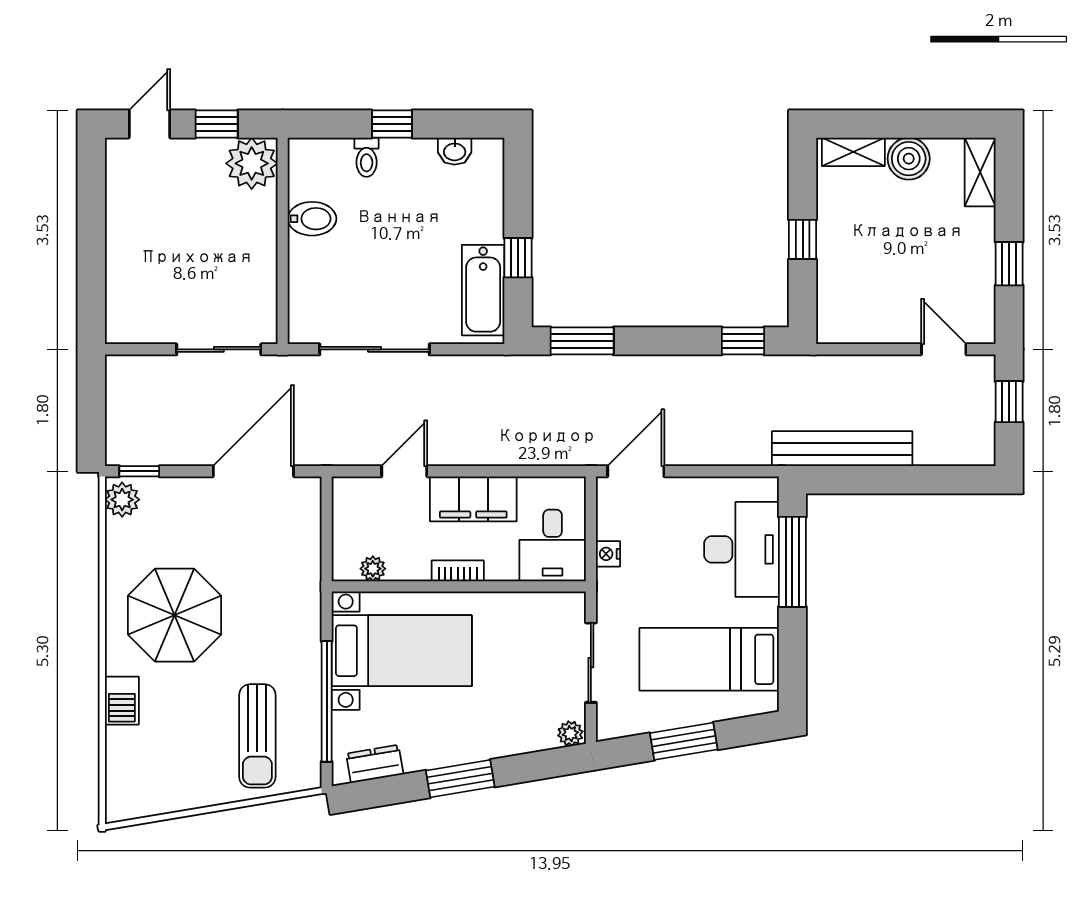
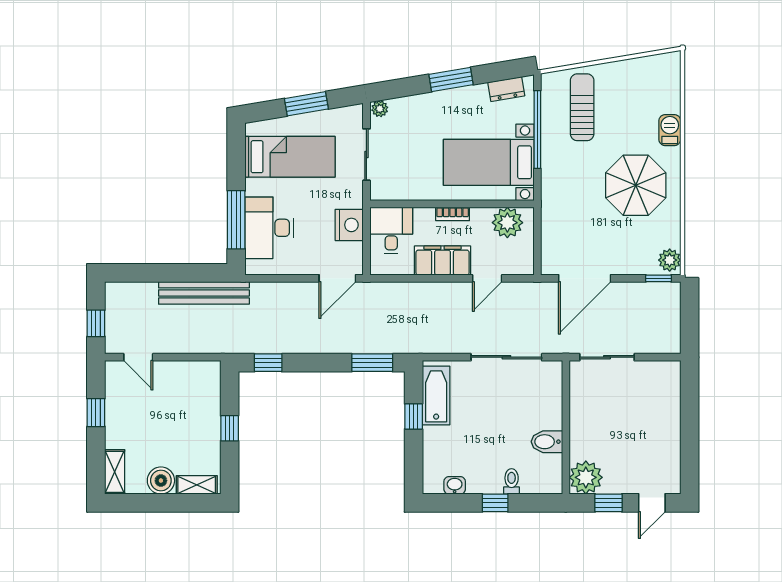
nightstand: (608, 554) -> (349, 225), width x1.89, depth x1.79
plant: (373, 569) -> (507, 223), width x1.87, depth x1.87

